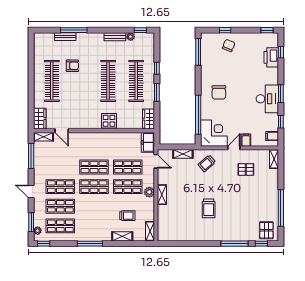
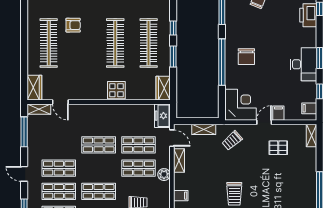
window: (198, 115) -> (222, 62), moved
shop shelf: (94, 187) -> (99, 191), moved
shelving: (162, 195) -> (179, 160), moved
filing cabinet: (163, 210) -> (181, 196), added

